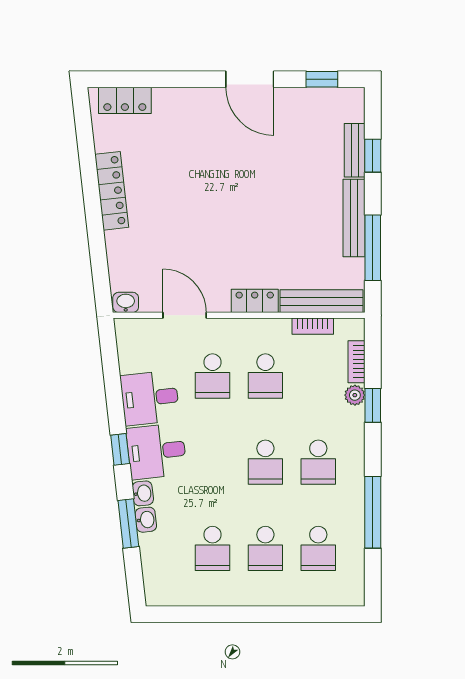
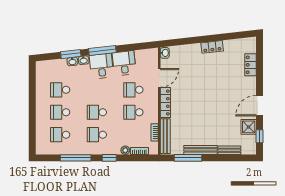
locker: (125, 100) -> (250, 65), moved
shower: (300, 105) -> (249, 127), added
window: (373, 156) -> (227, 158), removed
locker: (112, 191) -> (212, 47), width x0.66
locker: (255, 301) -> (165, 103), width x1.53
window: (373, 405) -> (109, 158), moved
window: (120, 449) -> (102, 51), width x2.17

